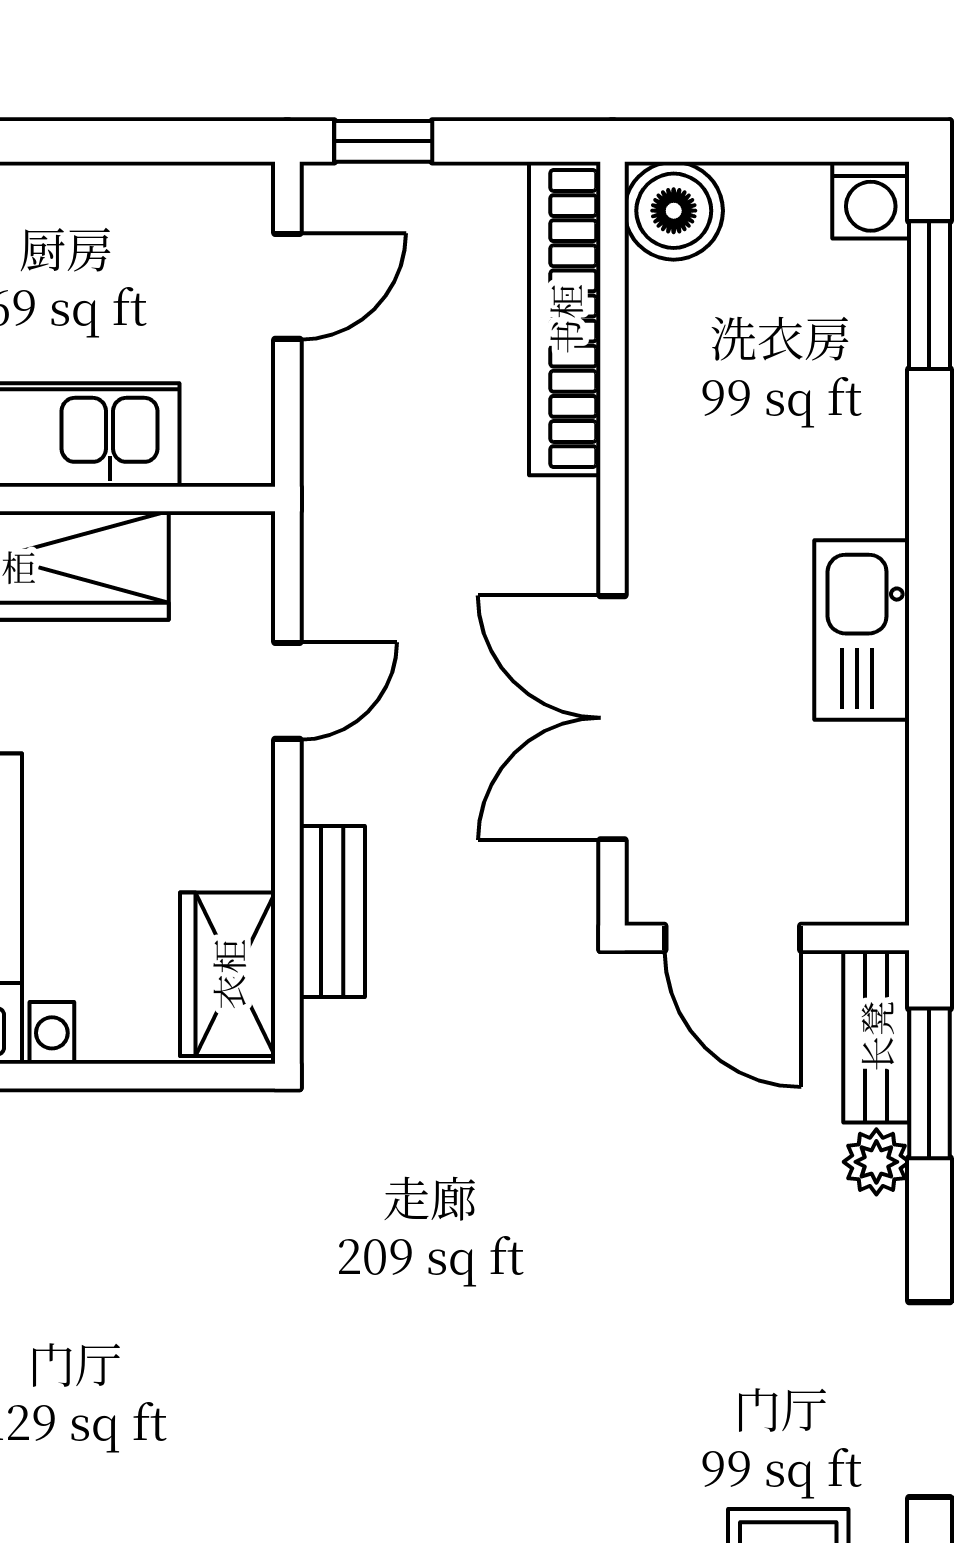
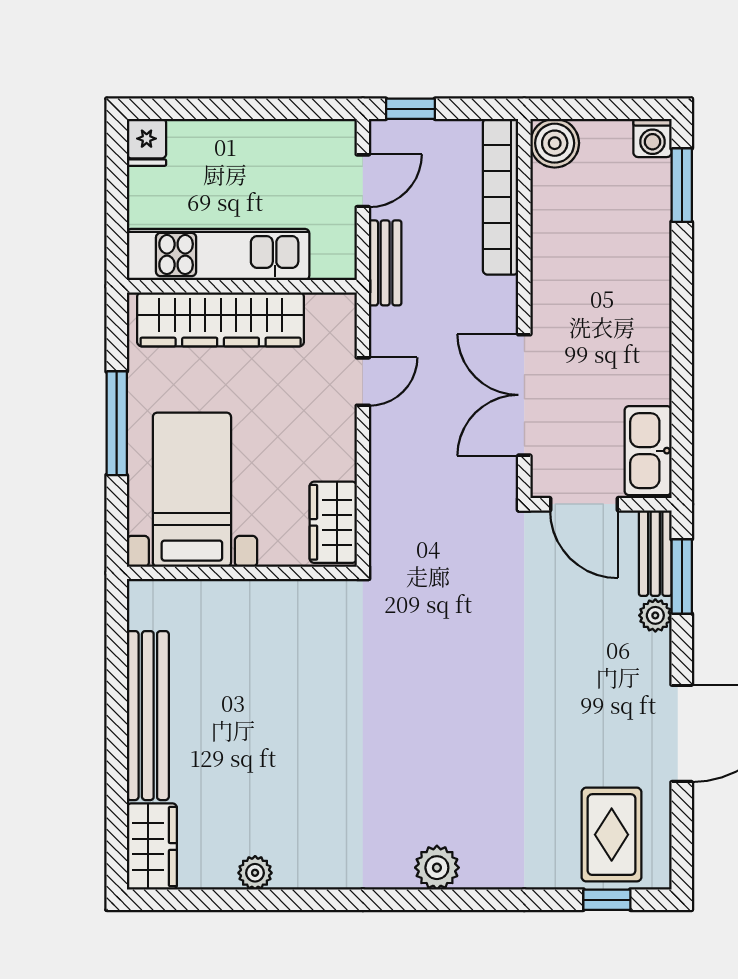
kitchen sink: (862, 630) -> (648, 451), moved
bench: (332, 912) -> (385, 263), moved

